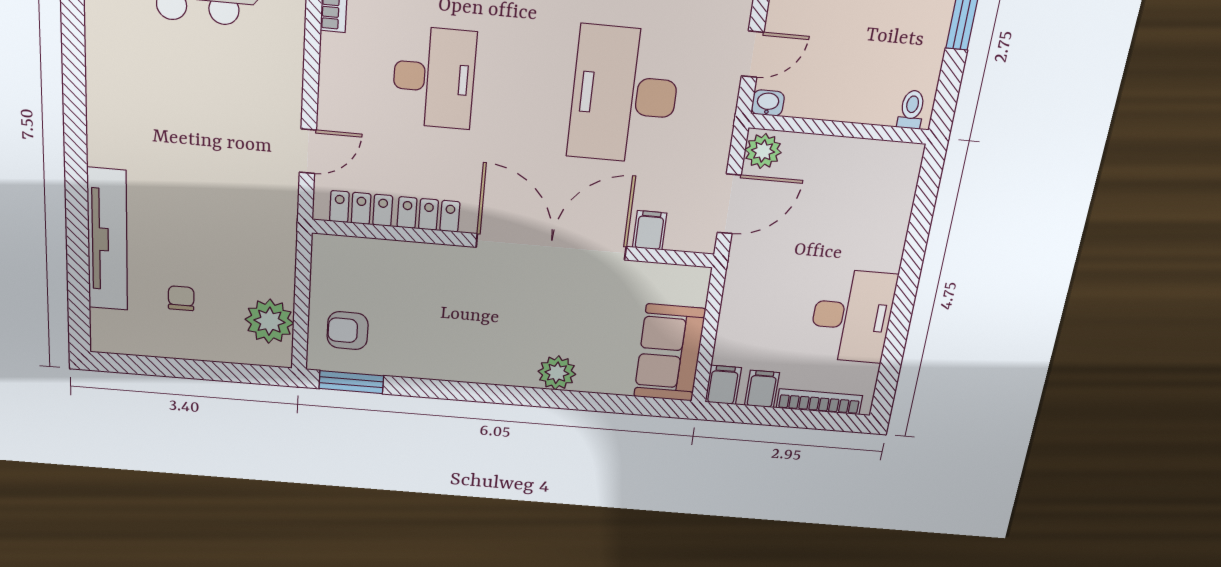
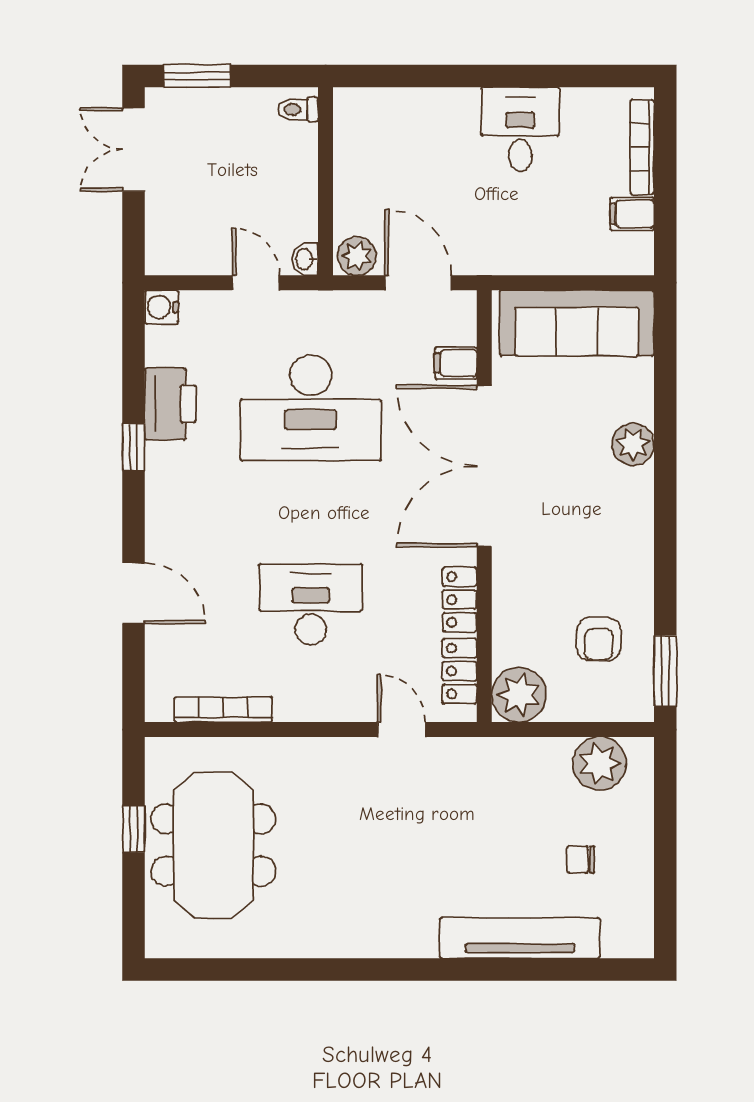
plant: (336, 259) -> (519, 695), added
desk: (852, 316) -> (520, 129), width x0.73
armchair: (348, 331) -> (599, 639), moved
sofa: (669, 353) -> (577, 323), width x1.36
filing cabinet: (723, 385) -> (631, 258), removed

